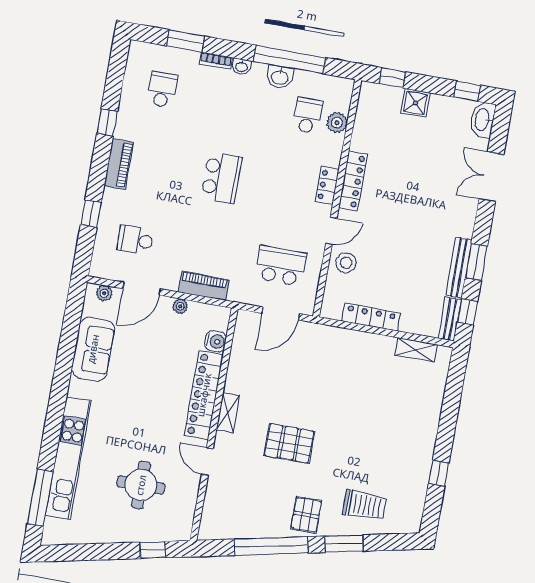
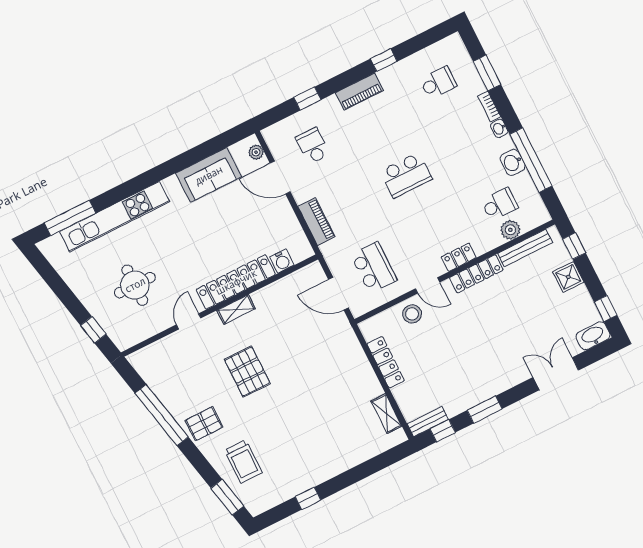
bench: (459, 268) -> (525, 248), moved
plant: (180, 306) -> (288, 215), removed
window: (344, 544) -> (227, 497), moved

